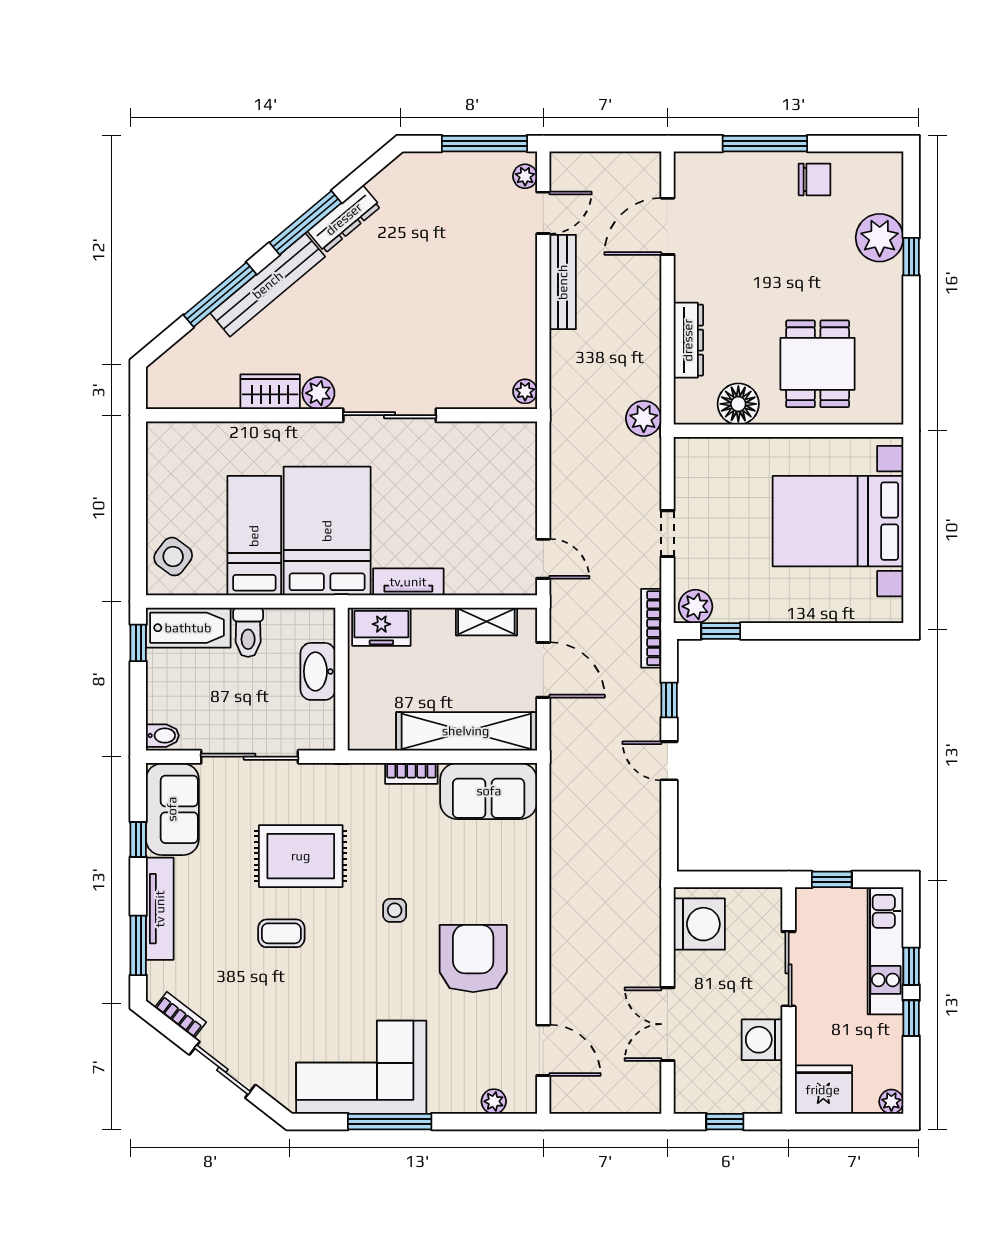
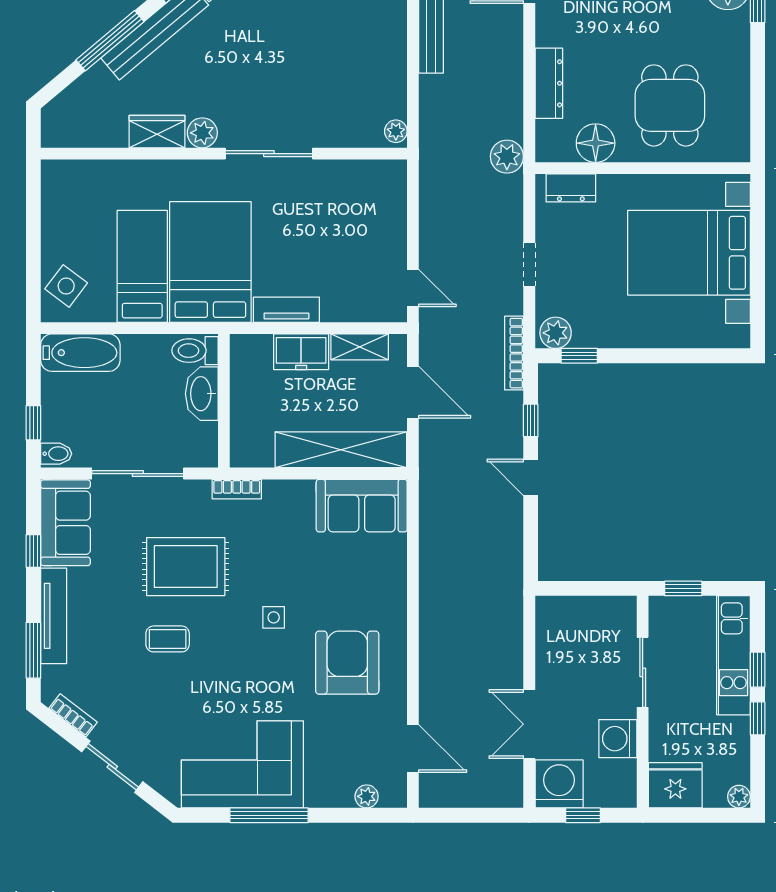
dresser: (712, 452) -> (571, 188), added
freezer: (381, 627) -> (301, 352), moved
toilet: (248, 632) -> (195, 351), moved, turned 90
window: (138, 643) -> (33, 423), moved
bookcase: (411, 773) -> (237, 489), moved
washing machine: (699, 924) -> (559, 784), moved, turned -90

